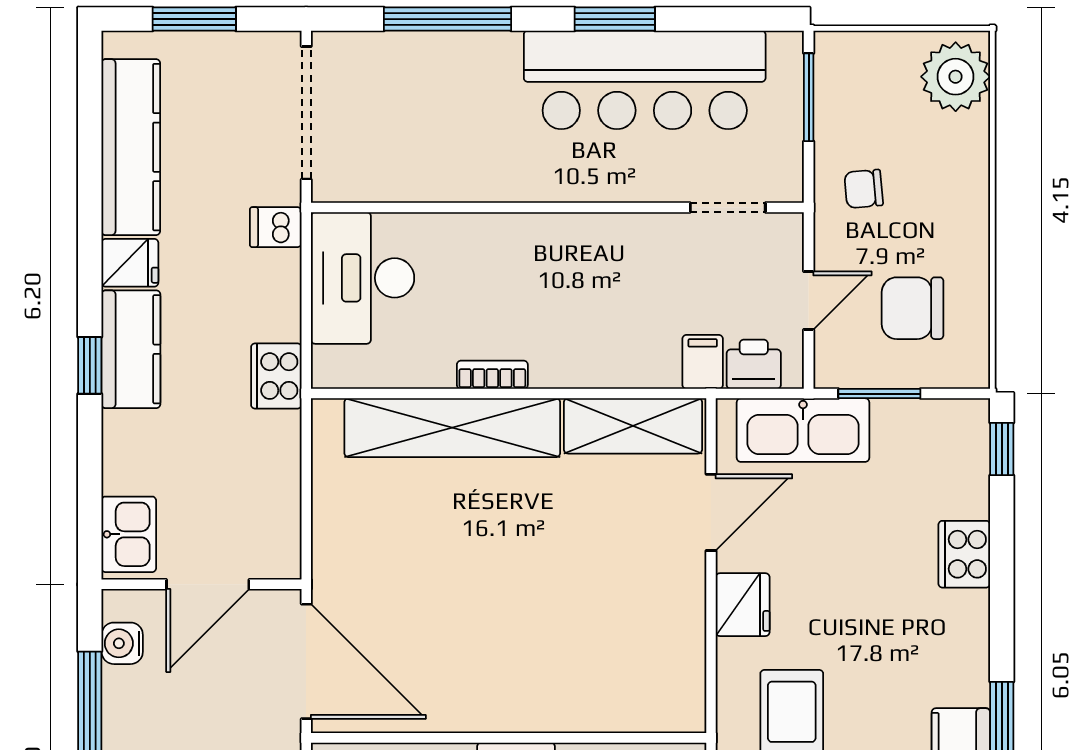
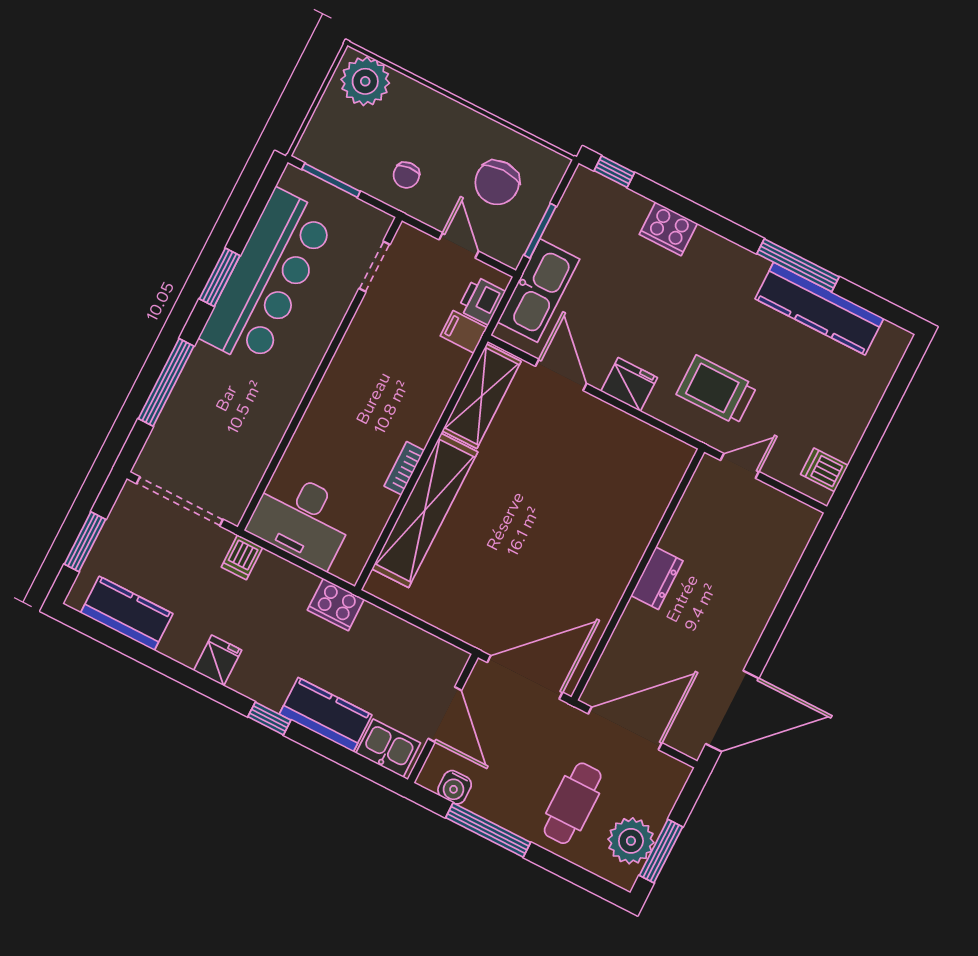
kitchen counter: (131, 147) -> (127, 613), width x0.67
kitchen counter: (131, 349) -> (326, 715), moved

